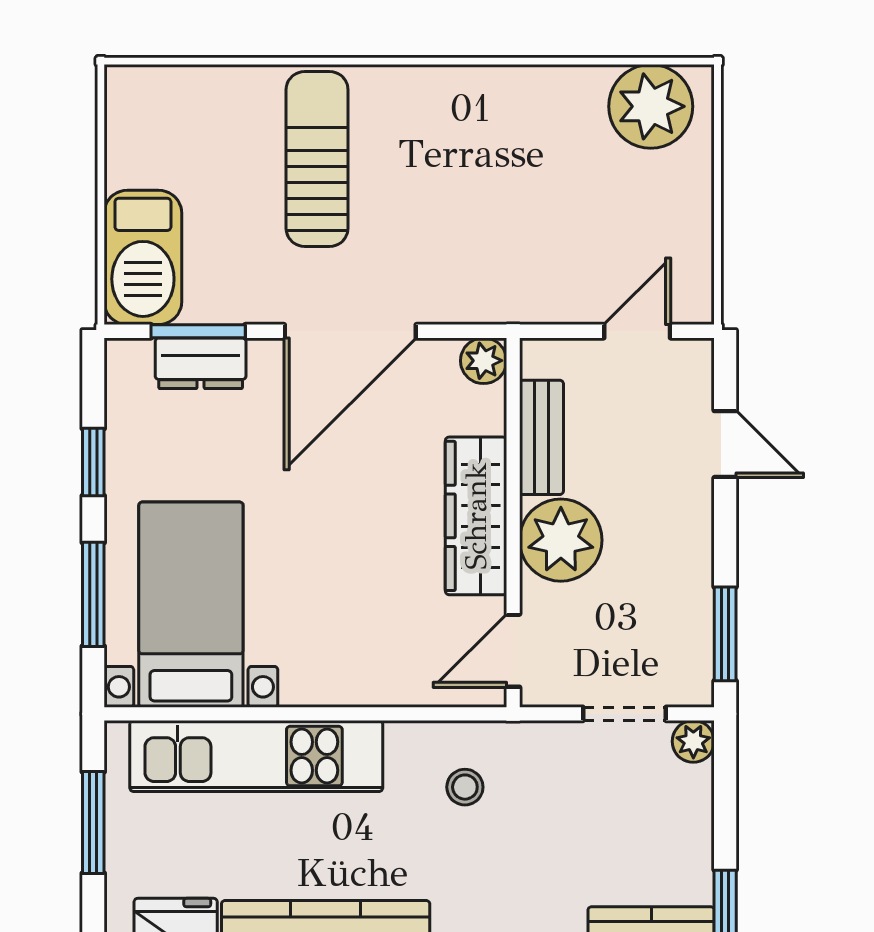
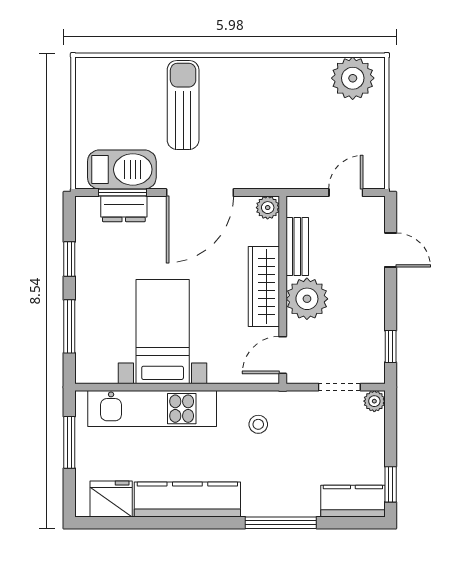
barbecue: (143, 257) -> (122, 169), moved, turned -90
bed with nightstands: (191, 605) -> (163, 332), moved
window: (725, 634) -> (391, 346), width x0.67

